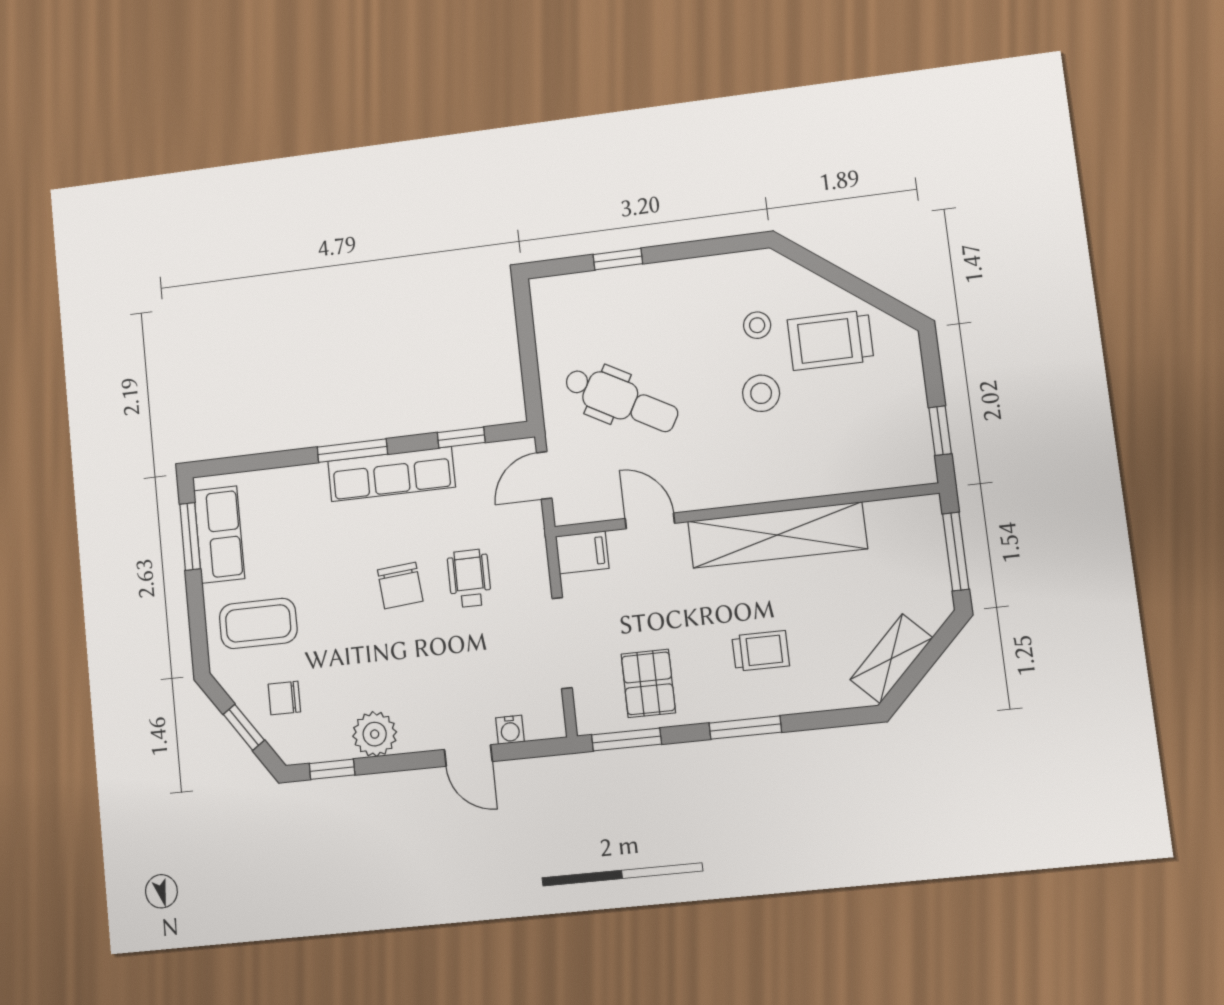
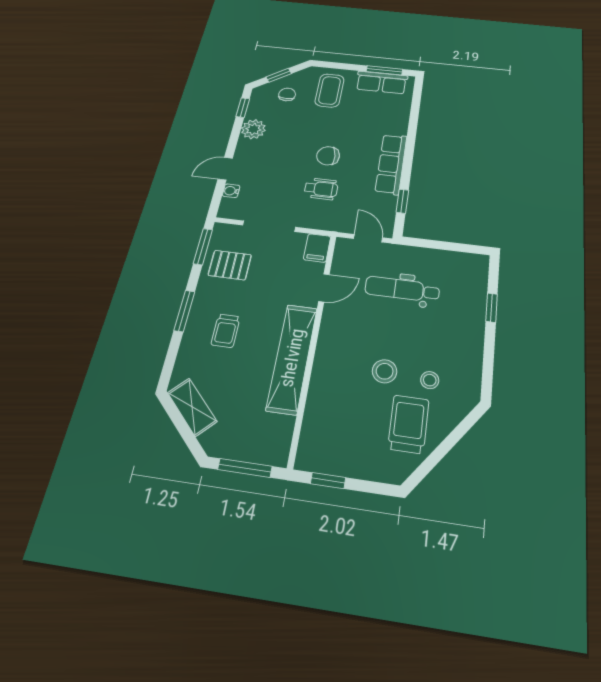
dental chair: (621, 400) -> (402, 289), turned 61
window: (352, 451) -> (410, 148), removed

